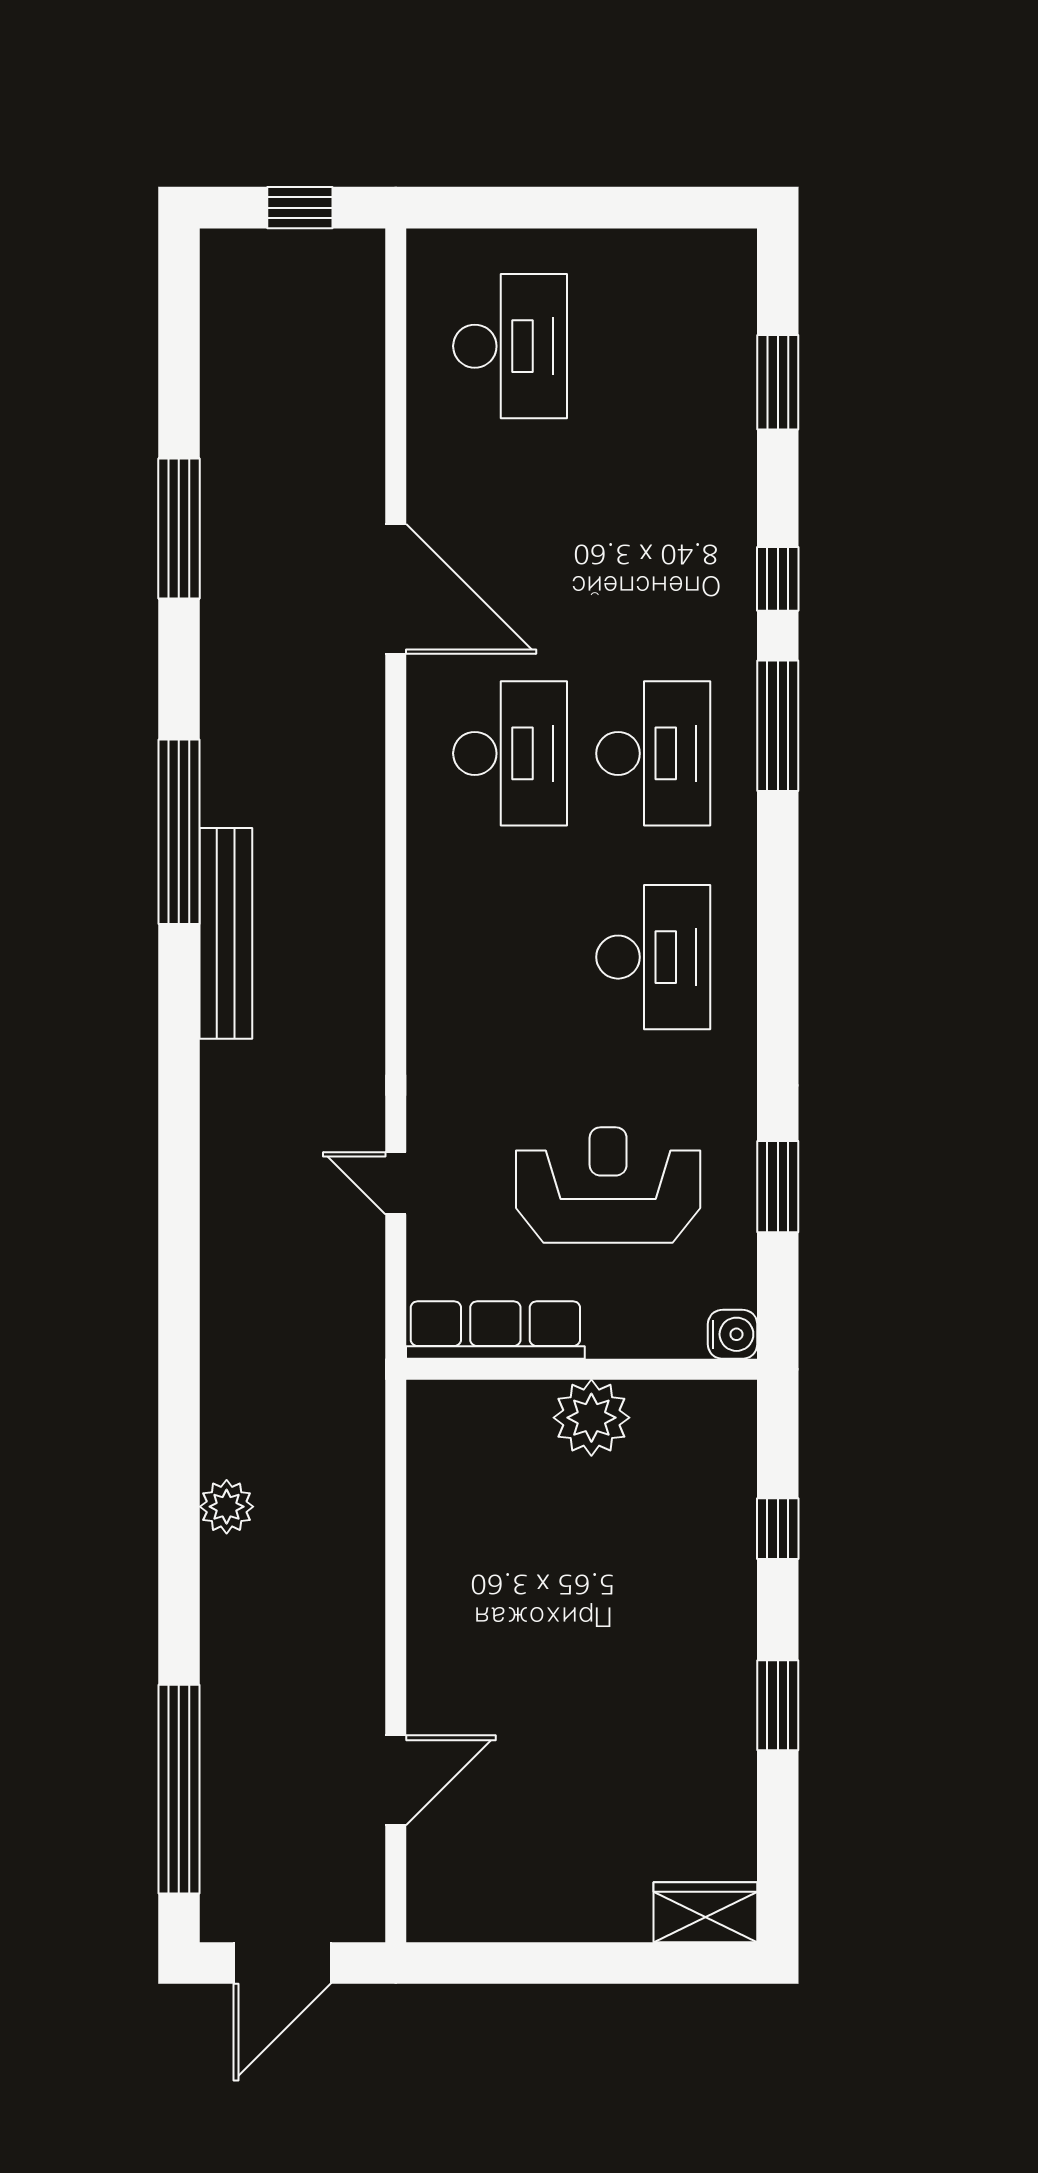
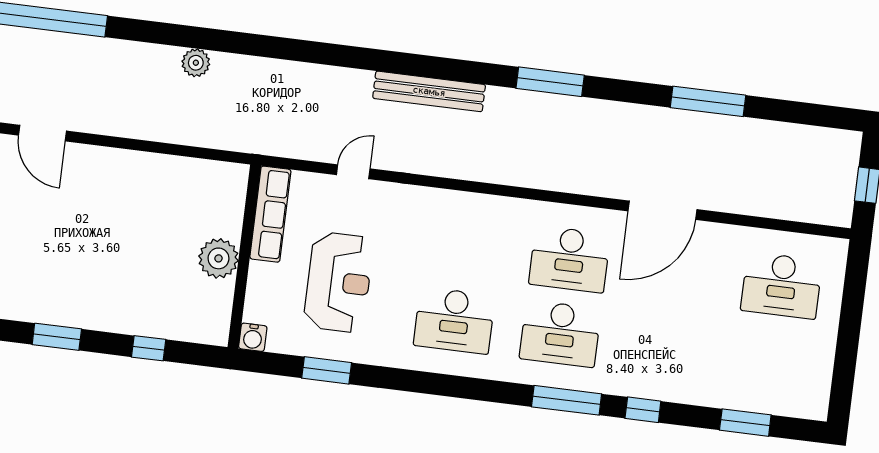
window: (179, 832) -> (550, 82), width x0.68
bench: (226, 933) -> (429, 91), moved

